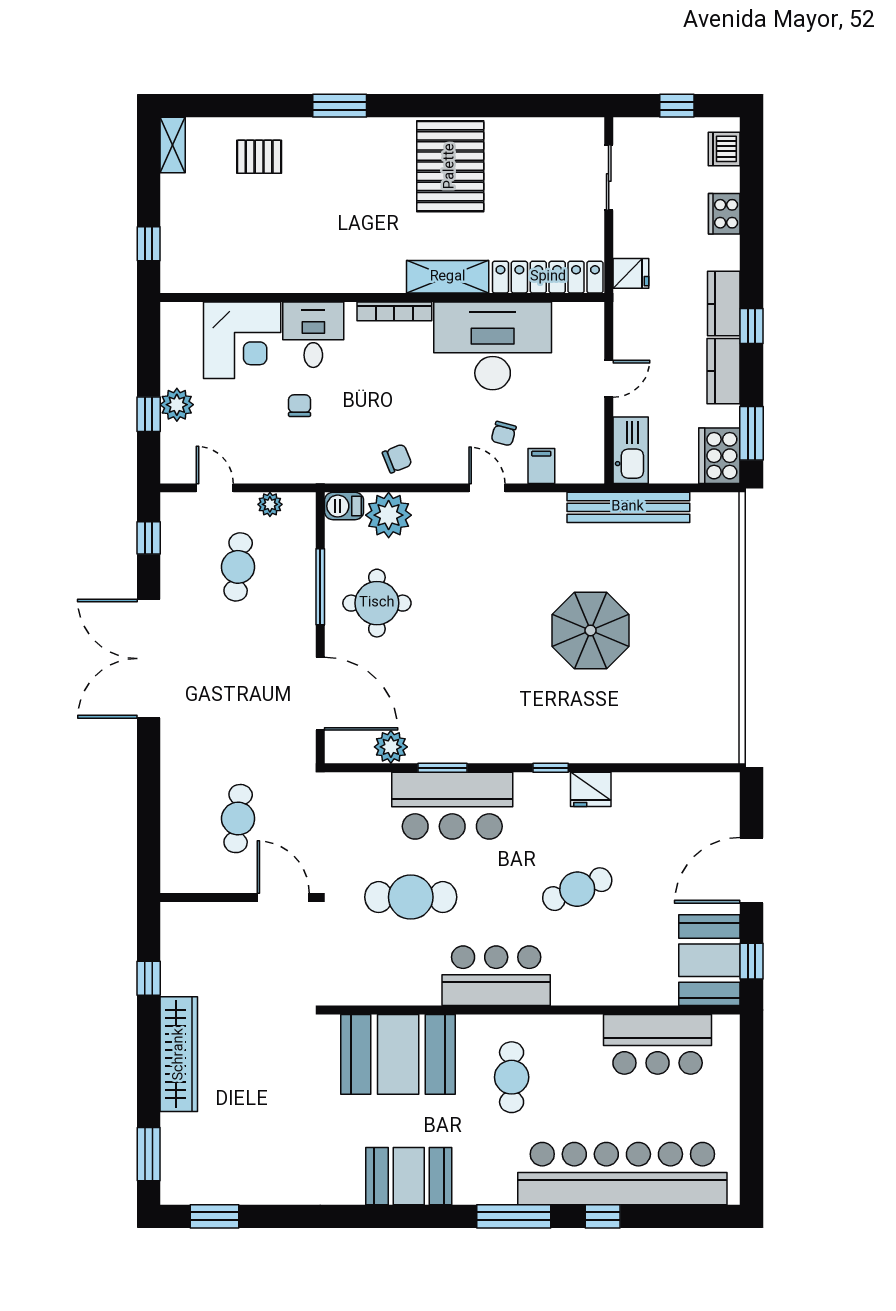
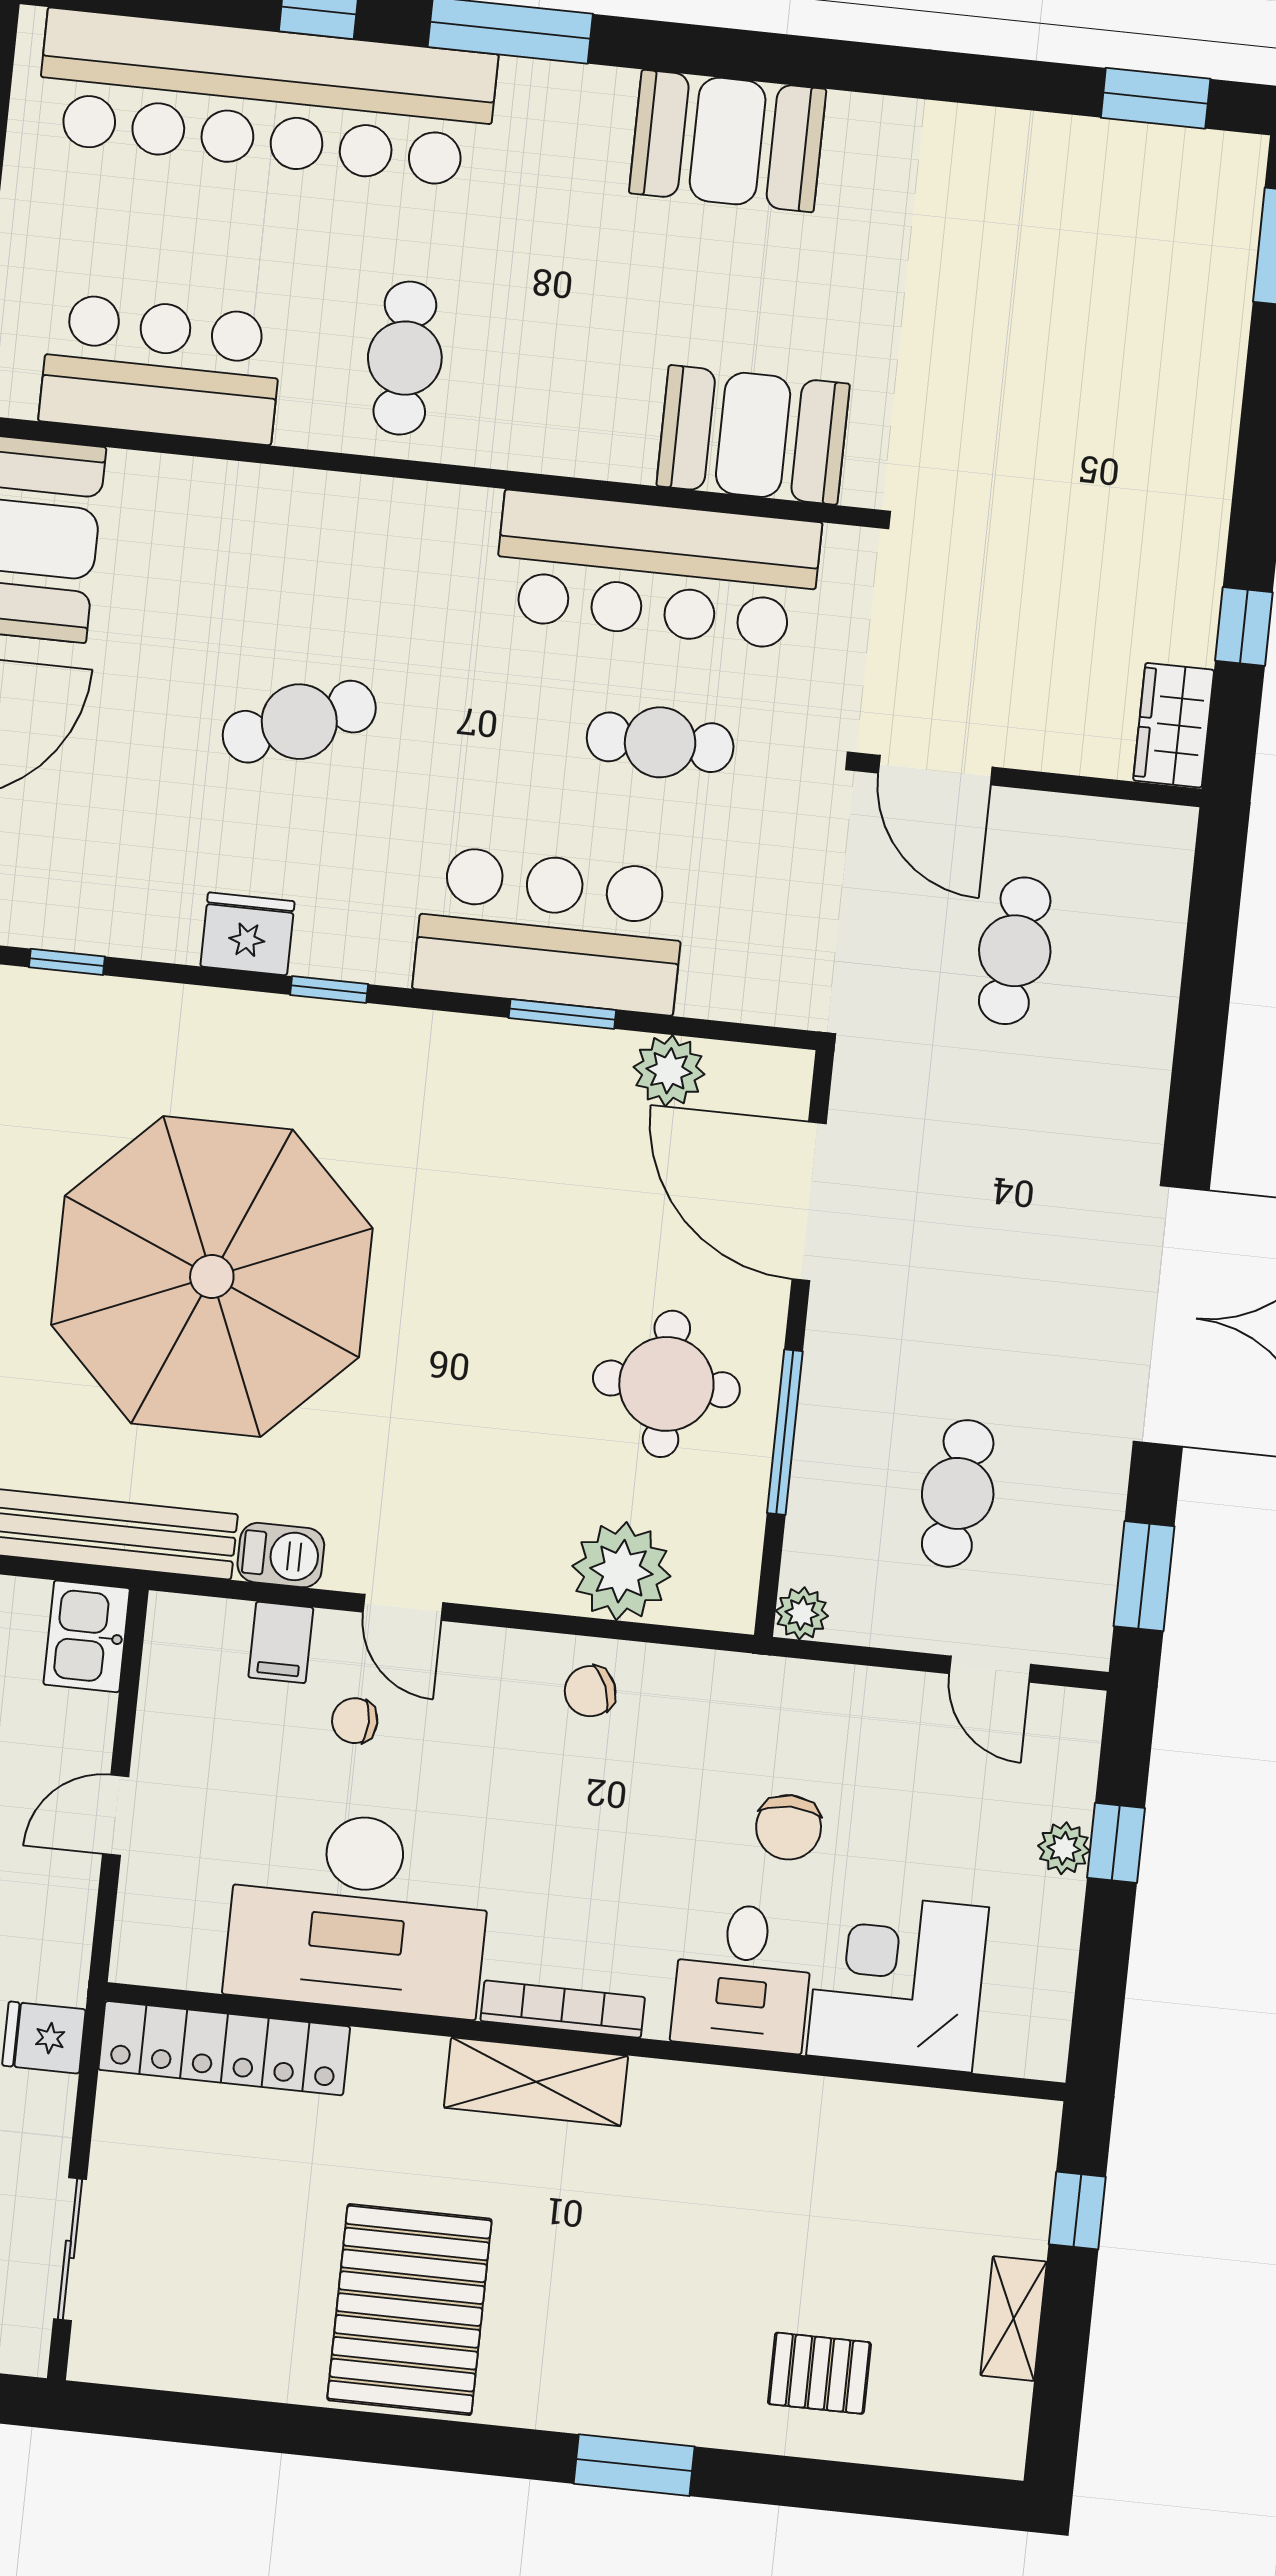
shelving: (173, 145) -> (1014, 2319), moved
shelving: (448, 277) -> (536, 2082), moved
plant: (177, 405) -> (1064, 1848), width x0.73, depth x0.73
chair: (300, 406) -> (789, 1827), width x1.37, depth x1.37
chair: (504, 434) -> (355, 1721), turned -105
kitchen sink: (631, 450) -> (87, 1636), width x0.73
plant: (270, 504) -> (802, 1613), moved
barbecue: (344, 506) -> (281, 1555), moved
window: (149, 538) -> (1144, 1576), width x1.50
parasol: (591, 630) -> (212, 1276), width x1.86, depth x1.86
window: (672, 768) -> (67, 962), added
cafe table: (411, 897) -> (660, 742), width x0.73, depth x0.74
bar counter: (496, 976) -> (657, 570), moved, width x1.36
wardrobe: (179, 1054) -> (1174, 725), moved, width x0.48, depth x0.85
booth: (398, 1054) -> (753, 435), width x0.73, depth x0.70
cafe table: (512, 1077) -> (405, 358), moved

